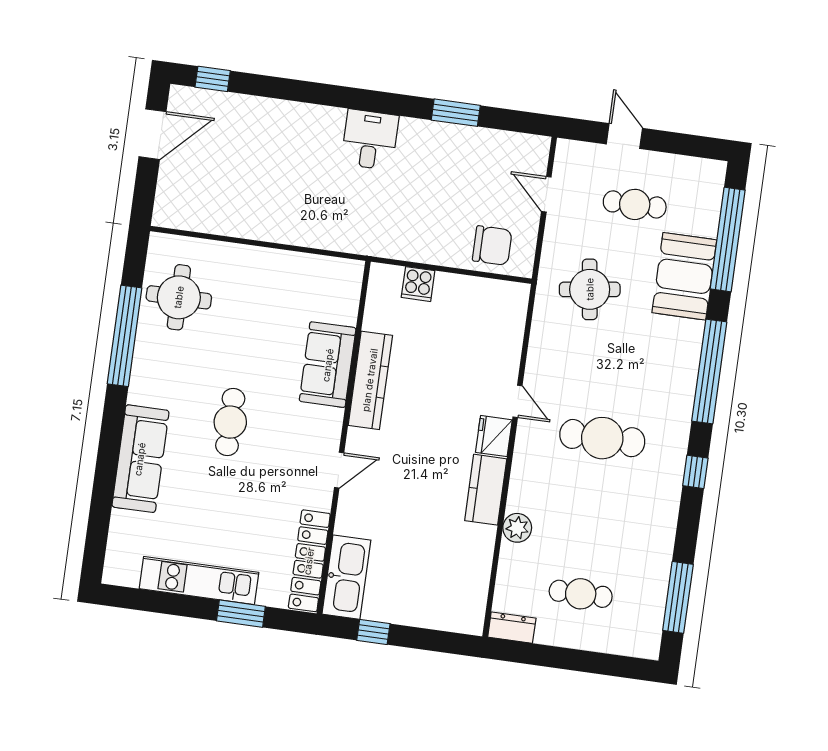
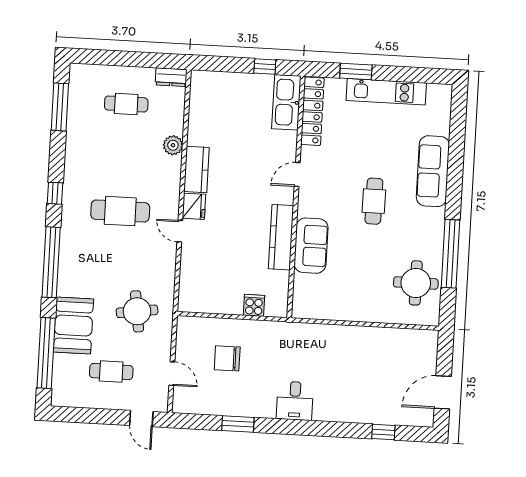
window: (213, 79) -> (383, 432), moved
door: (624, 136) -> (141, 419), moved
chair: (492, 246) -> (227, 358), moved

